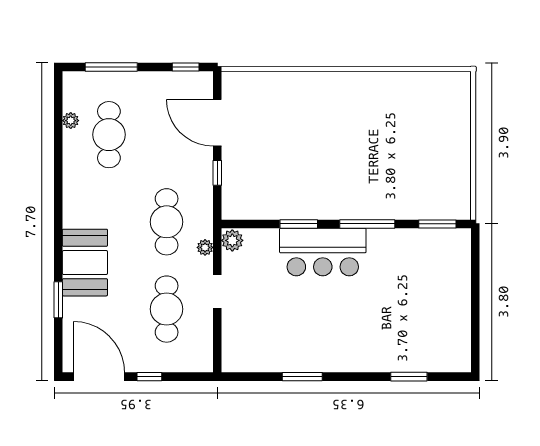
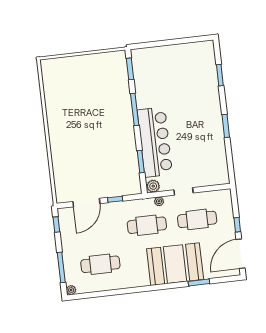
plant: (71, 121) -> (71, 290), moved
window: (299, 224) -> (141, 162), moved
bar counter: (323, 252) -> (155, 142), width x1.36
booth: (85, 263) -> (175, 264), width x1.36, depth x1.42
window: (302, 377) -> (226, 126), moved

